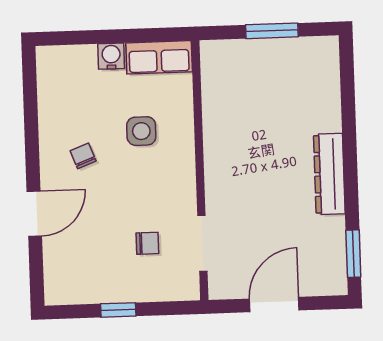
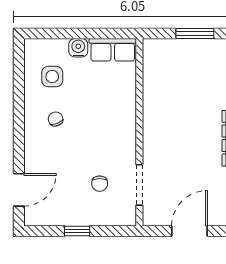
side table: (141, 131) -> (52, 76), moved
door: (34, 214) -> (19, 190), moved
chair: (147, 243) -> (100, 184), turned 90

